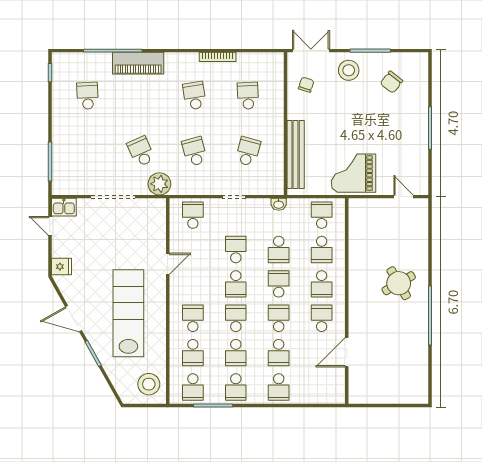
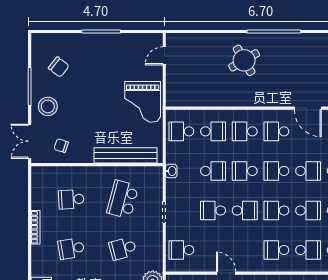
school desk: (248, 152) -> (123, 199), width x1.85
school desk: (322, 284) -> (245, 131), turned 180

